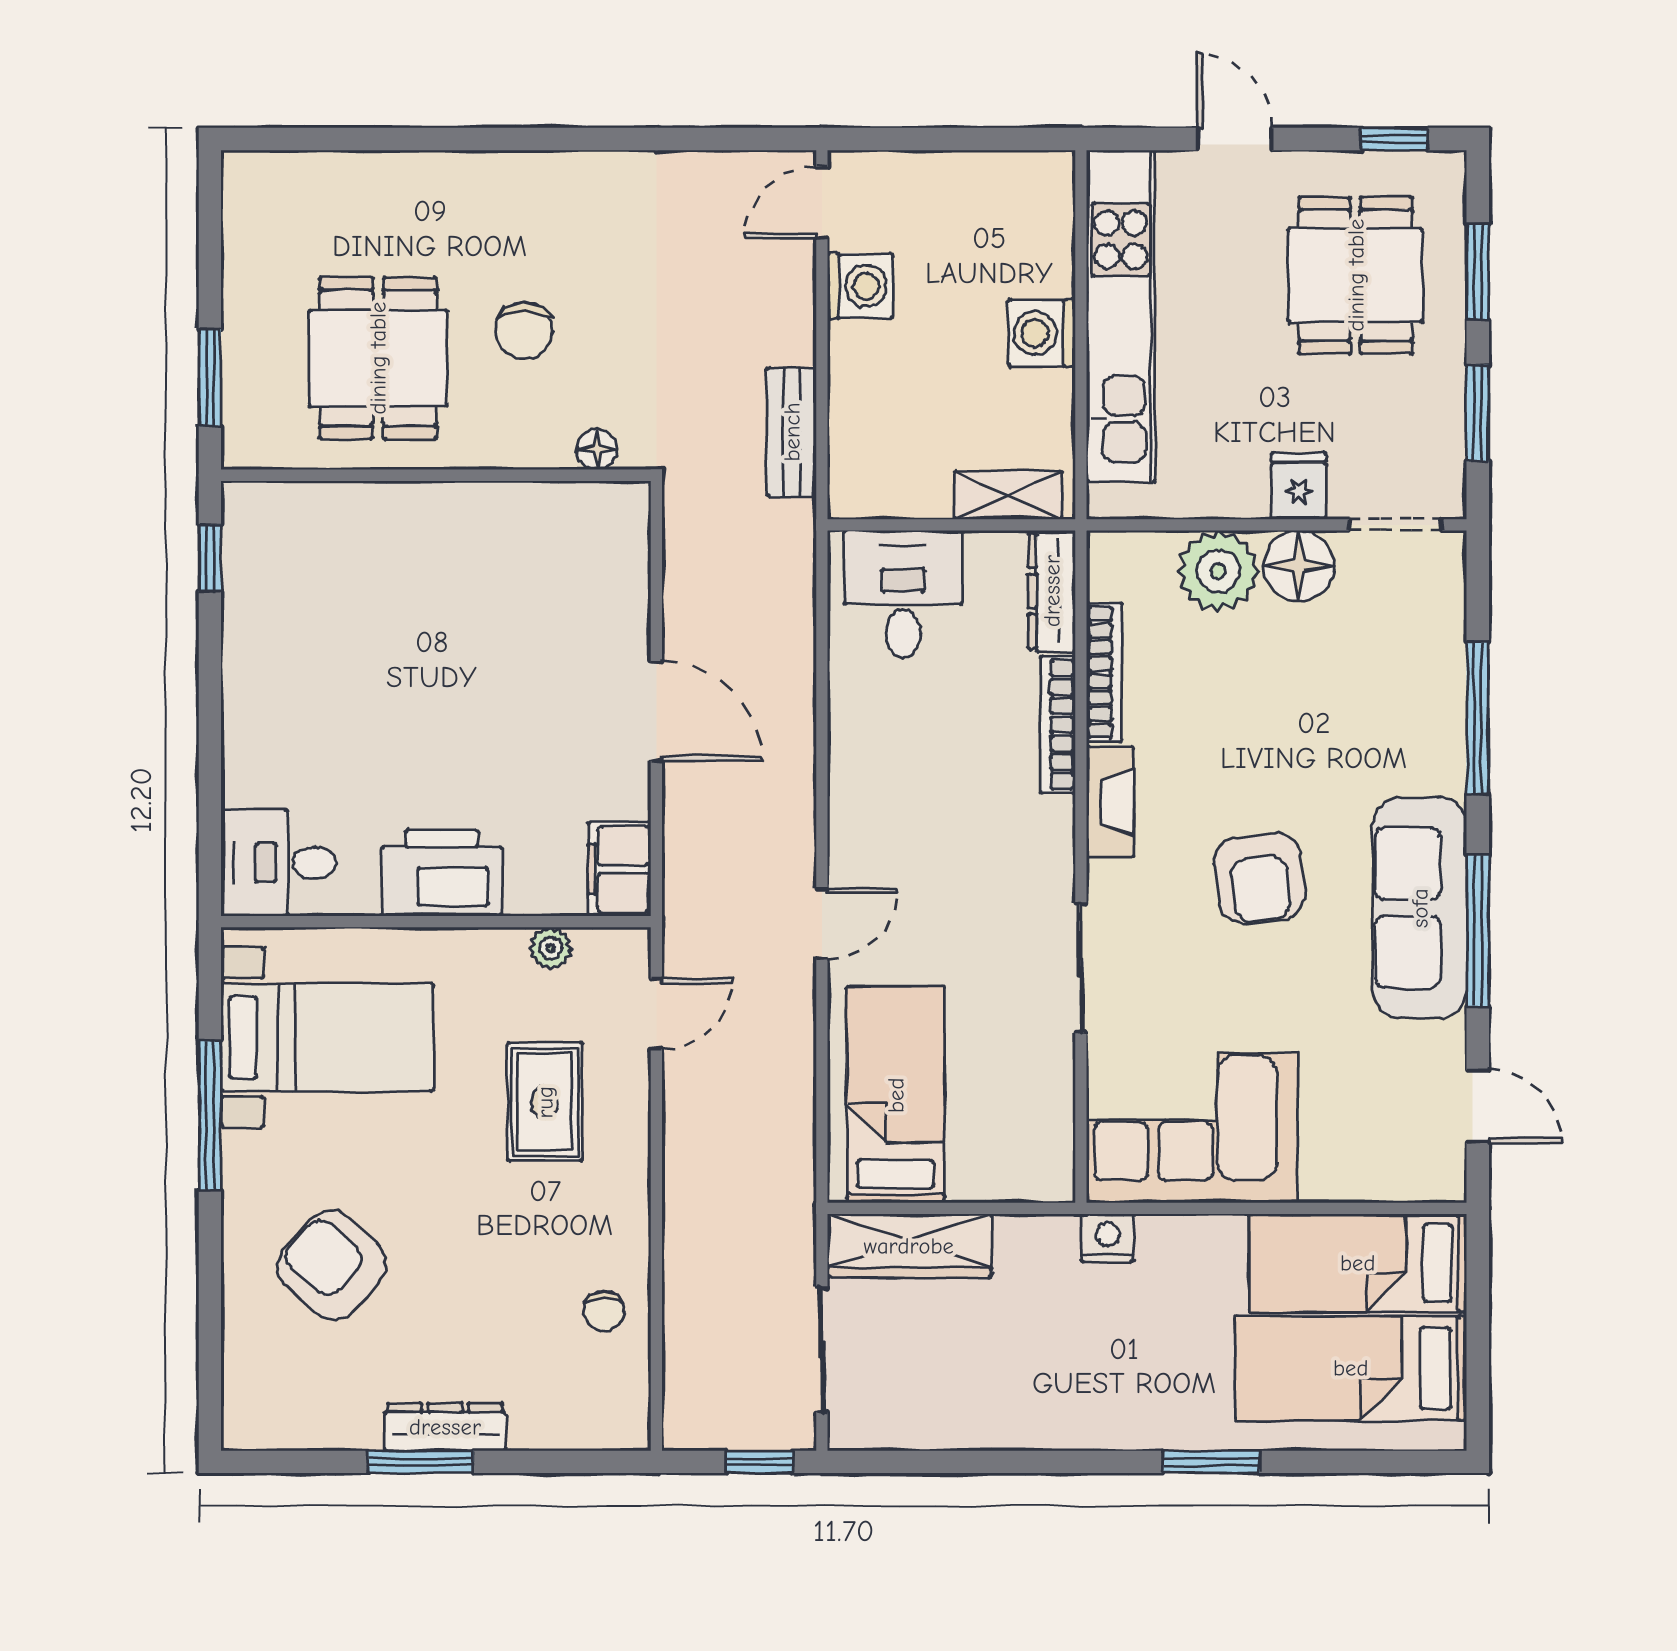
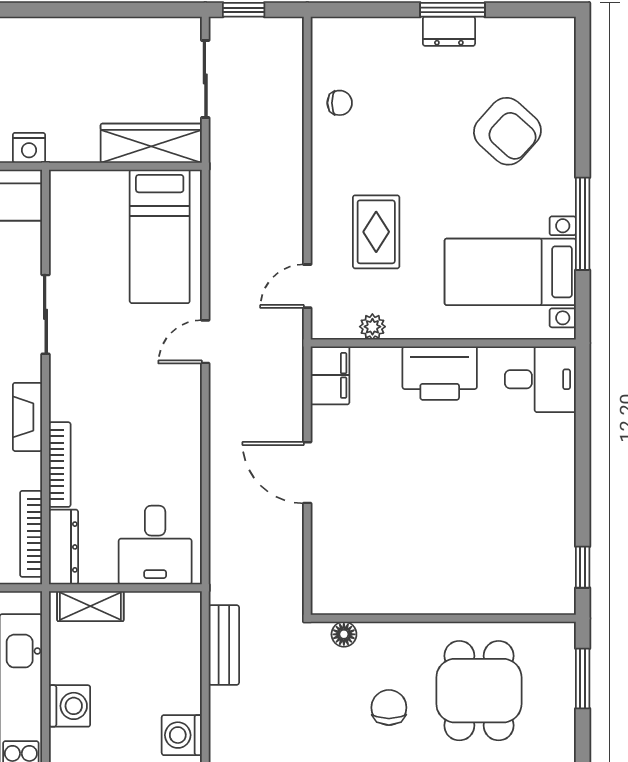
bookcase: (1104, 672) -> (31, 534), moved
chair: (604, 1311) -> (340, 103), turned 90
dresser: (445, 1427) -> (449, 31), width x0.70

